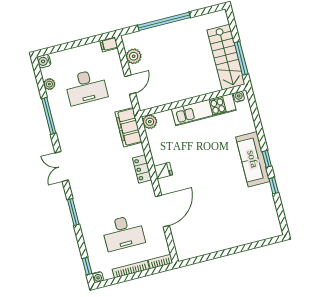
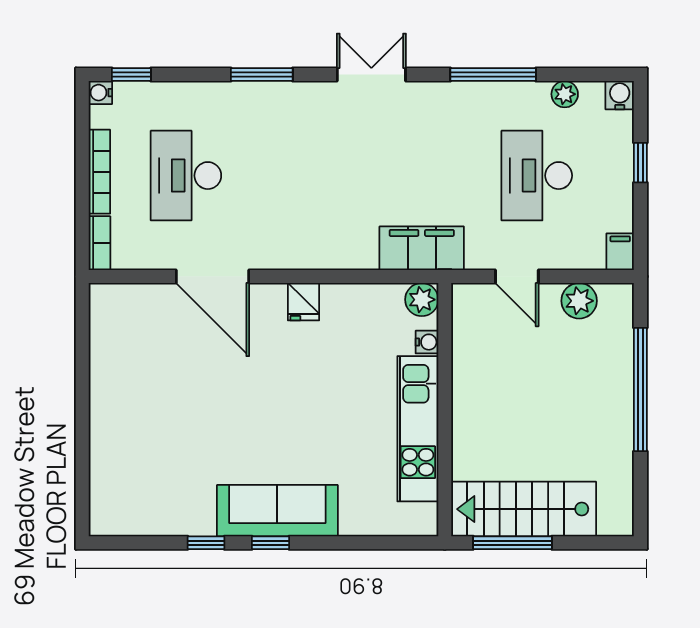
window: (70, 45) -> (640, 163), added
water cooler: (239, 97) -> (427, 342), moved
locker: (142, 169) -> (320, 255), removed

